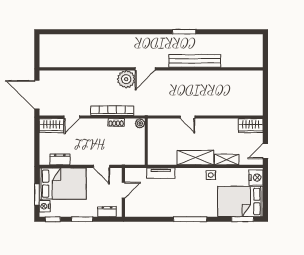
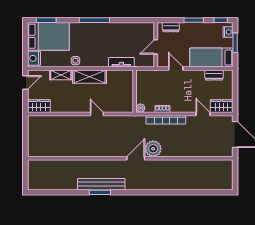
bench: (195, 61) -> (101, 184), moved
door: (72, 117) -> (203, 114), hinge flipped
bed: (63, 184) -> (211, 58), width x0.67

